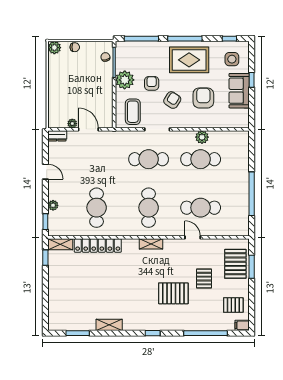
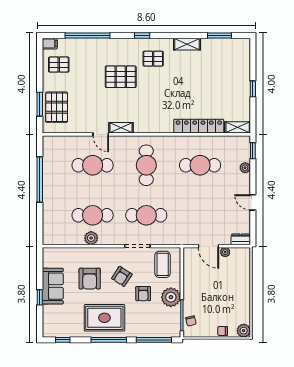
side table: (232, 59) -> (60, 319), removed
cafe table: (97, 208) -> (200, 165), turned 90
shelving: (151, 244) -> (121, 128), moved
window: (45, 258) -> (253, 89), moved
pallet: (204, 279) -> (153, 59), moved, turned 90

